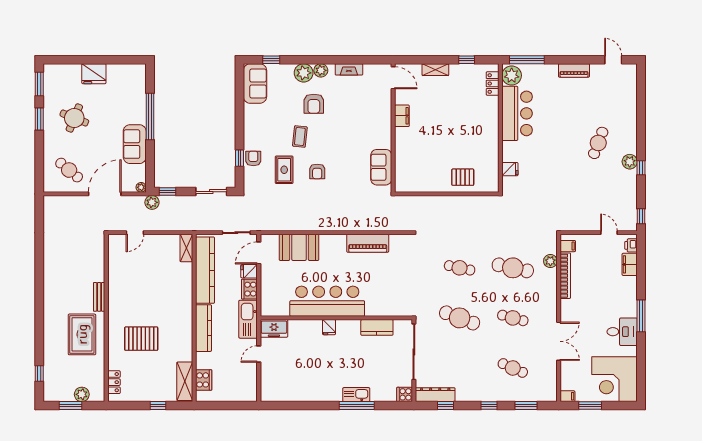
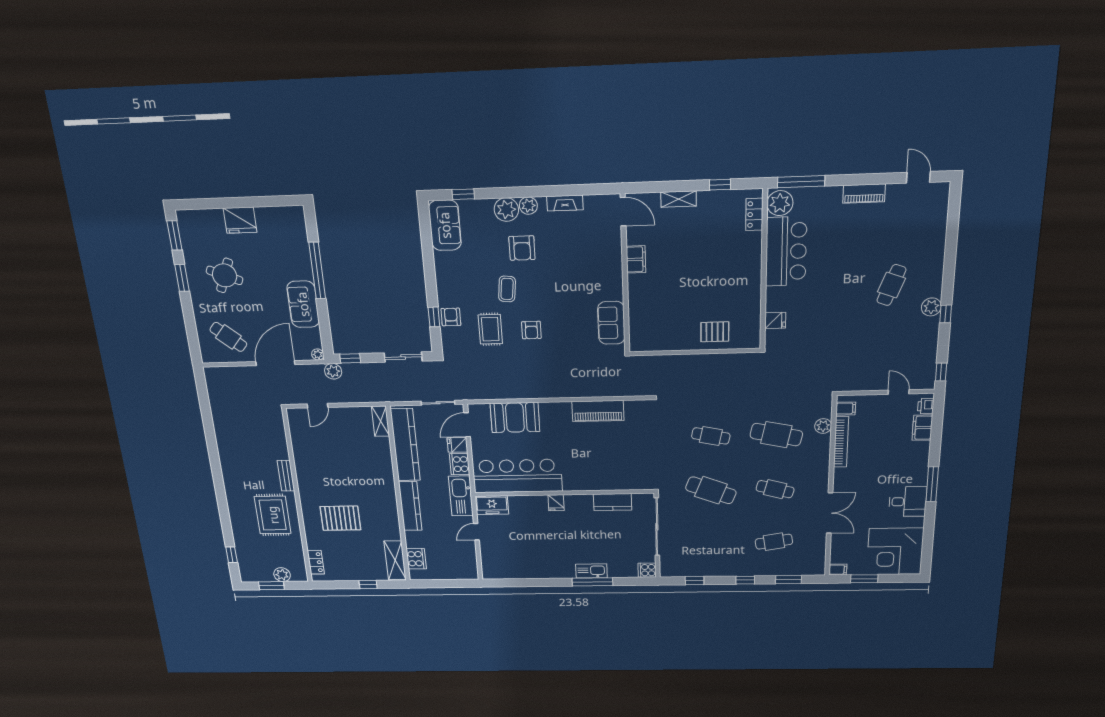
bar counter: (327, 301) -> (517, 476), moved
cafe table: (513, 368) -> (774, 542), turned -33
dresser: (435, 395) -> (682, 570), removed

